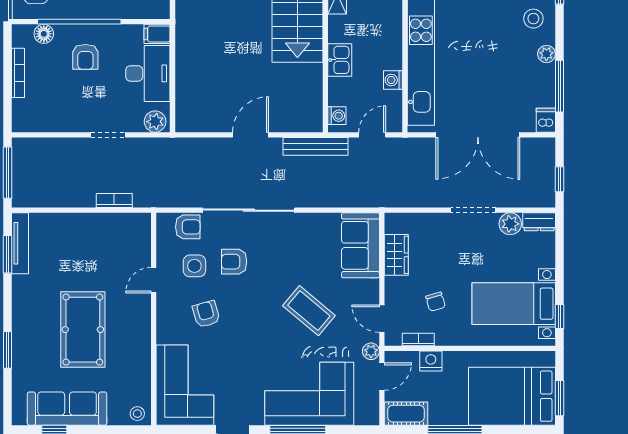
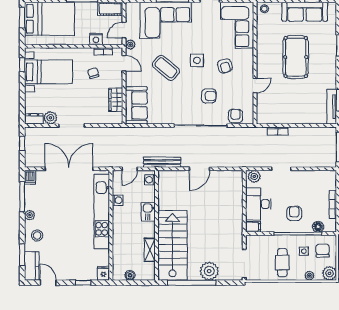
armchair: (188, 227) -> (235, 116), turned 90
side table: (194, 266) -> (197, 60), moved

